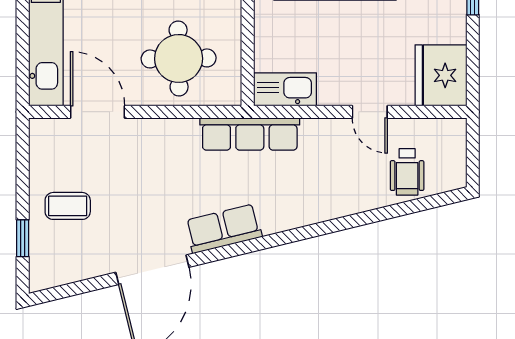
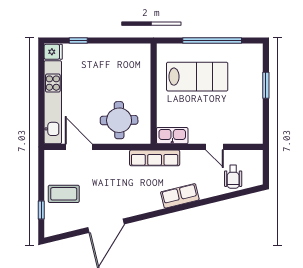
fridge: (441, 75) -> (250, 129), removed
coffee table: (68, 206) -> (64, 194), width x1.36, depth x1.30
row of seats: (224, 229) -> (180, 196), moved

